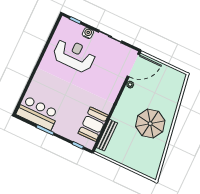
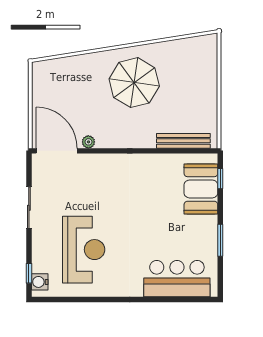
water cooler: (88, 33) -> (40, 282), moved
reception desk: (74, 55) -> (84, 250), turned 180
bar counter: (38, 113) -> (177, 279), moved, turned 90
booth: (93, 124) -> (201, 189), moved, turned 90

